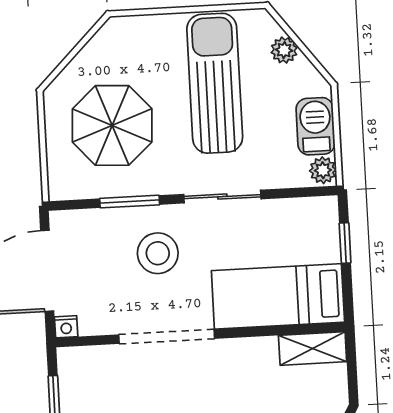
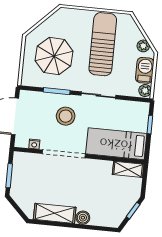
plant: (284, 50) -> (143, 46), moved
nightstand: (66, 327) -> (34, 144), moved

